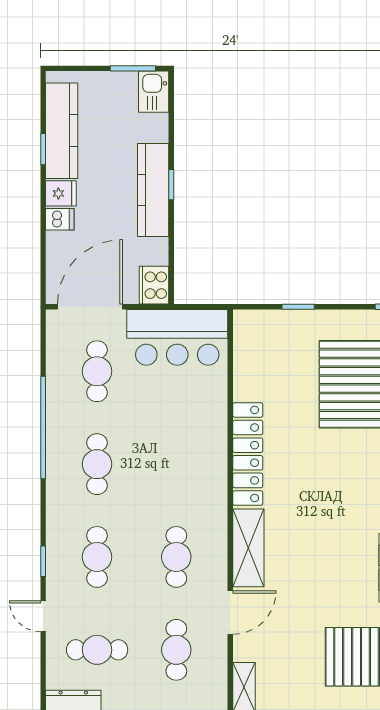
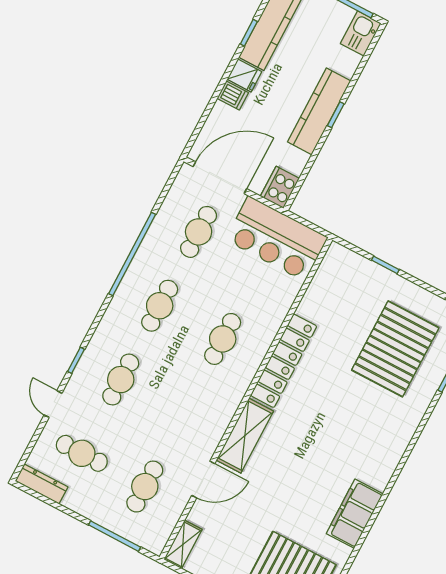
cafe table: (176, 557) -> (223, 339), moved

